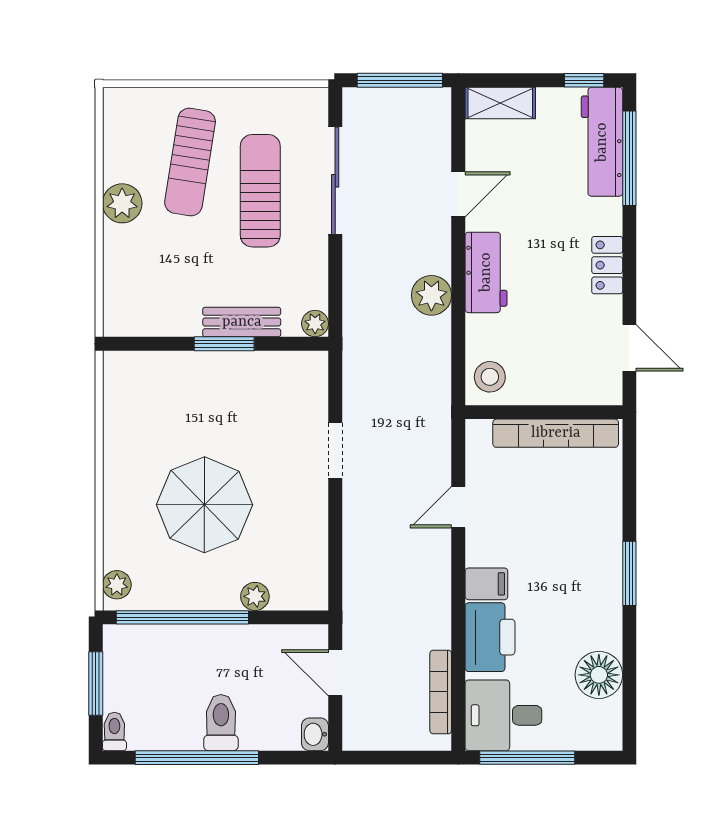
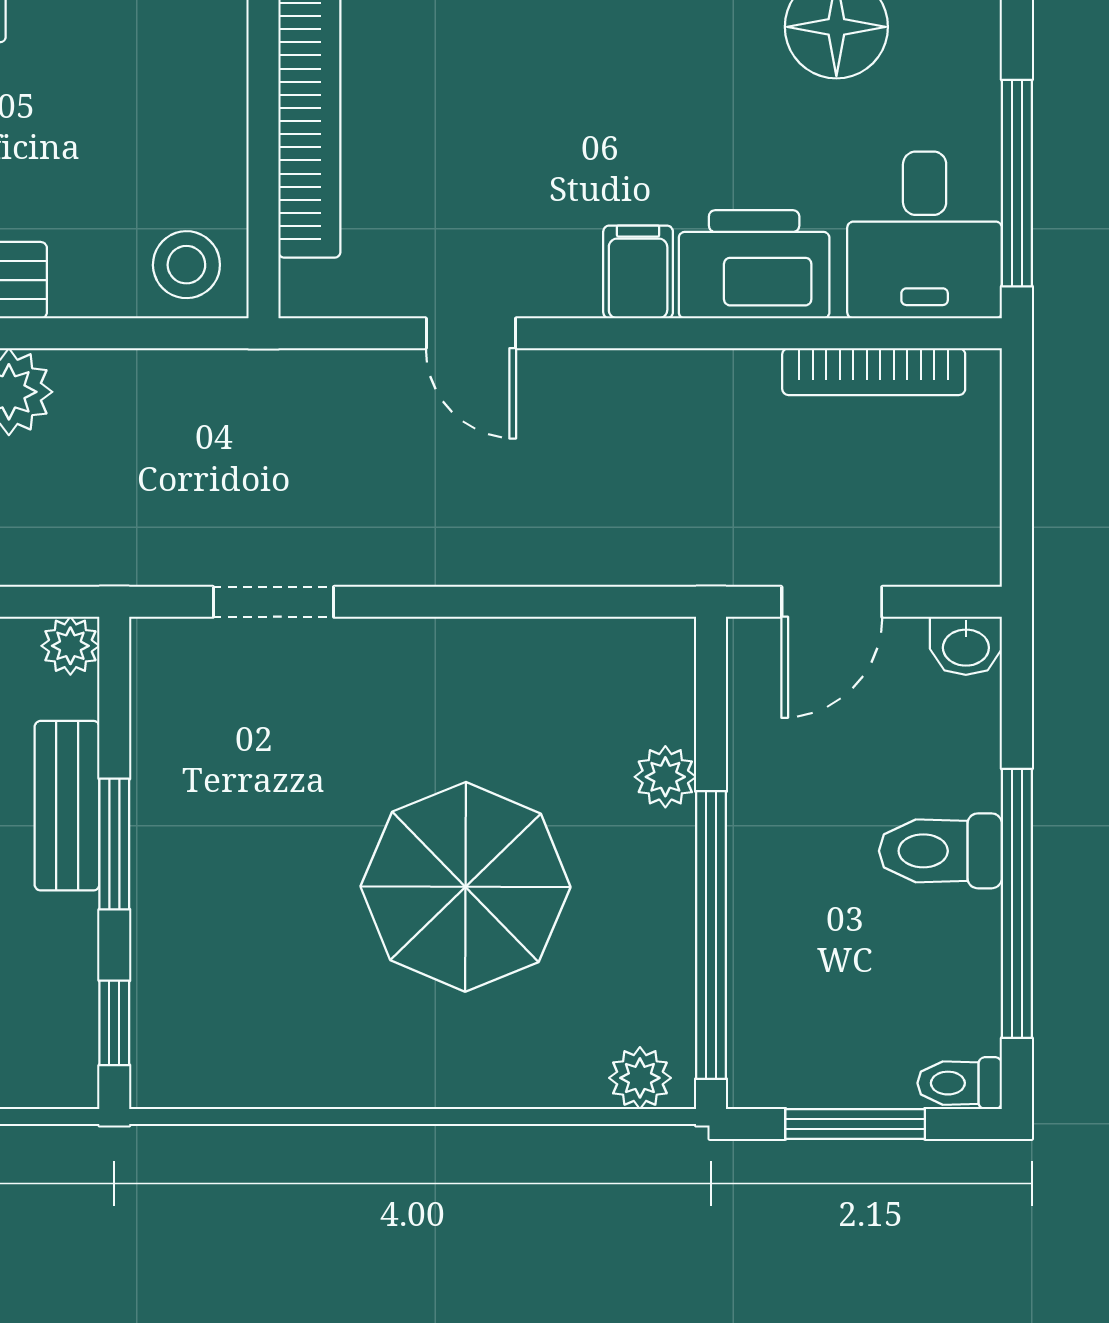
window: (142, 344) -> (114, 1023), added
doorway: (335, 451) -> (274, 602), moved

